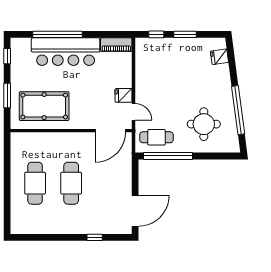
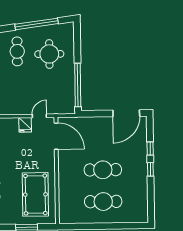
cafe table: (156, 137) -> (17, 51), moved
door: (135, 211) -> (126, 113), swing flipped
window: (71, 237) -> (150, 169), added

